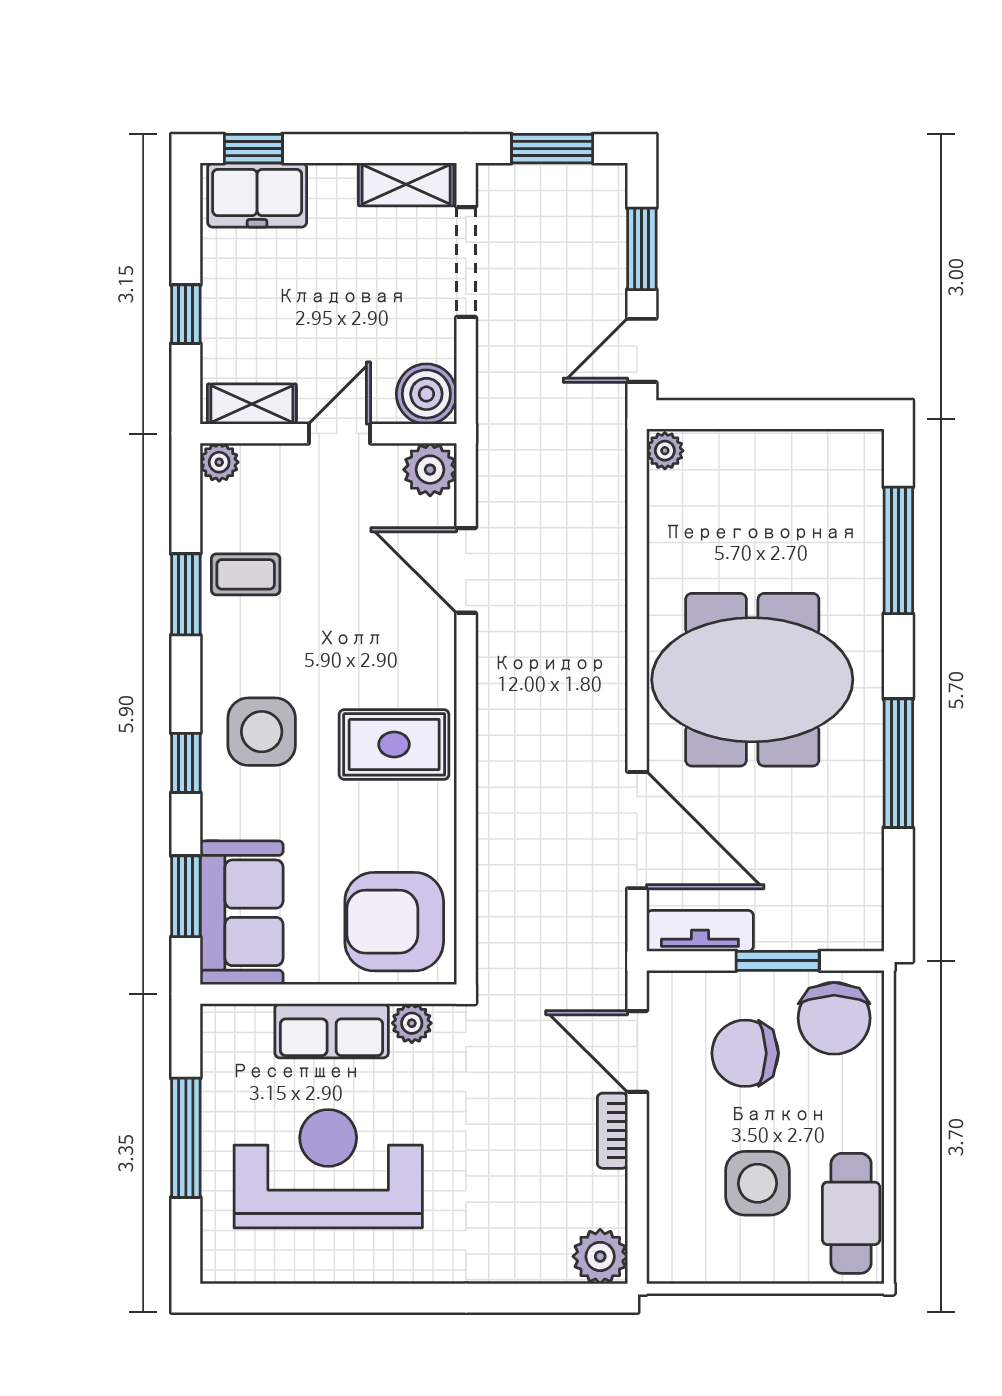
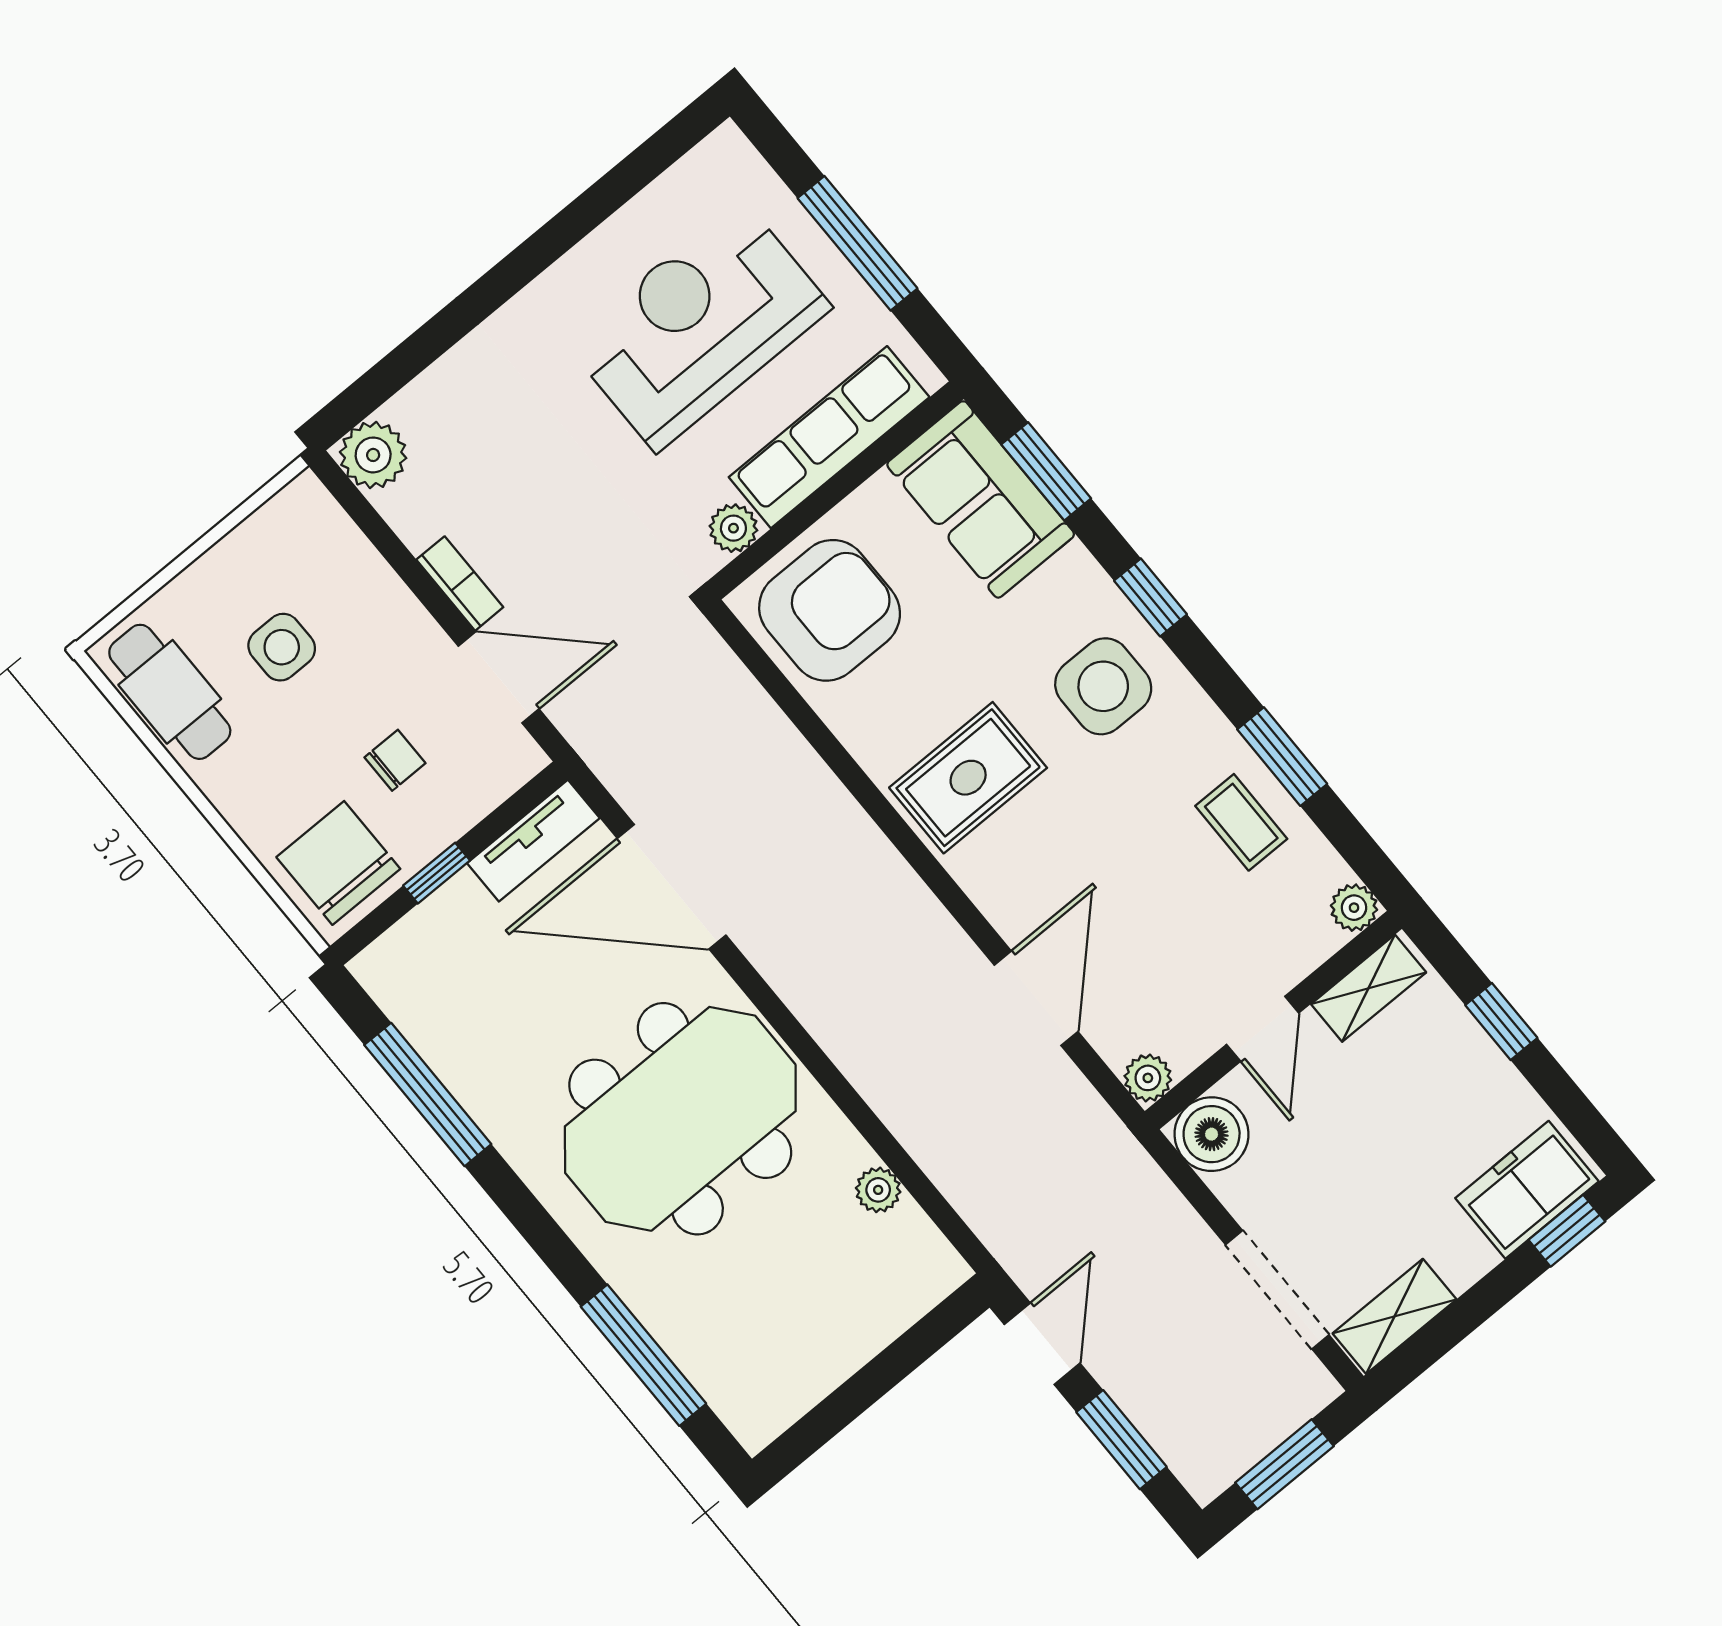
plant: (665, 451) -> (878, 1190), moved
plant: (430, 470) -> (1148, 1078), width x0.73, depth x0.73
door: (466, 570) -> (1036, 998), hinge flipped
coffee table: (246, 574) -> (1241, 822), turned 90
window: (898, 763) -> (428, 1094), moved
window: (778, 961) -> (437, 873), width x0.67
row of seats: (332, 1031) -> (829, 437), width x1.48
chair: (745, 1053) -> (395, 760), width x0.54, depth x0.54
reception desk: (328, 1169) -> (699, 325), turned 180
side table: (758, 1183) -> (282, 647), width x0.73, depth x0.73

